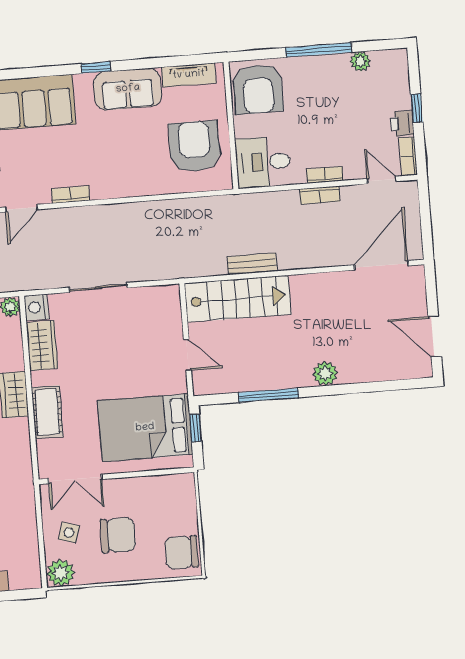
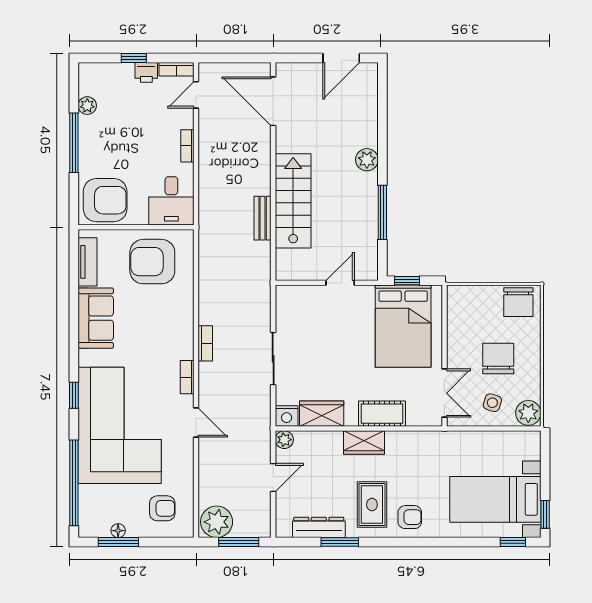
window: (96, 67) -> (74, 395), moved
bookcase: (320, 195) -> (205, 343), moved
stairs: (238, 299) -> (293, 201), moved

